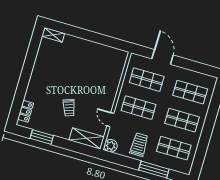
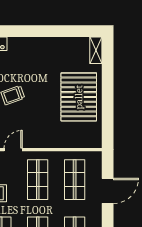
pallet: (85, 58) -> (79, 97), added

